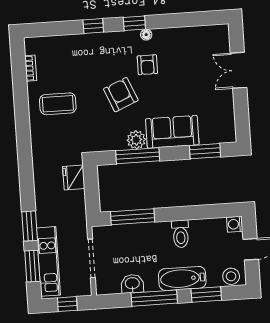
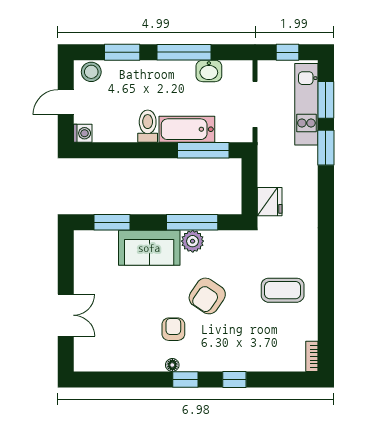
bookcase: (31, 68) -> (312, 356), moved
armchair: (121, 95) -> (207, 296), turned 57
bathtub: (182, 278) -> (187, 129), moved, turned 180

